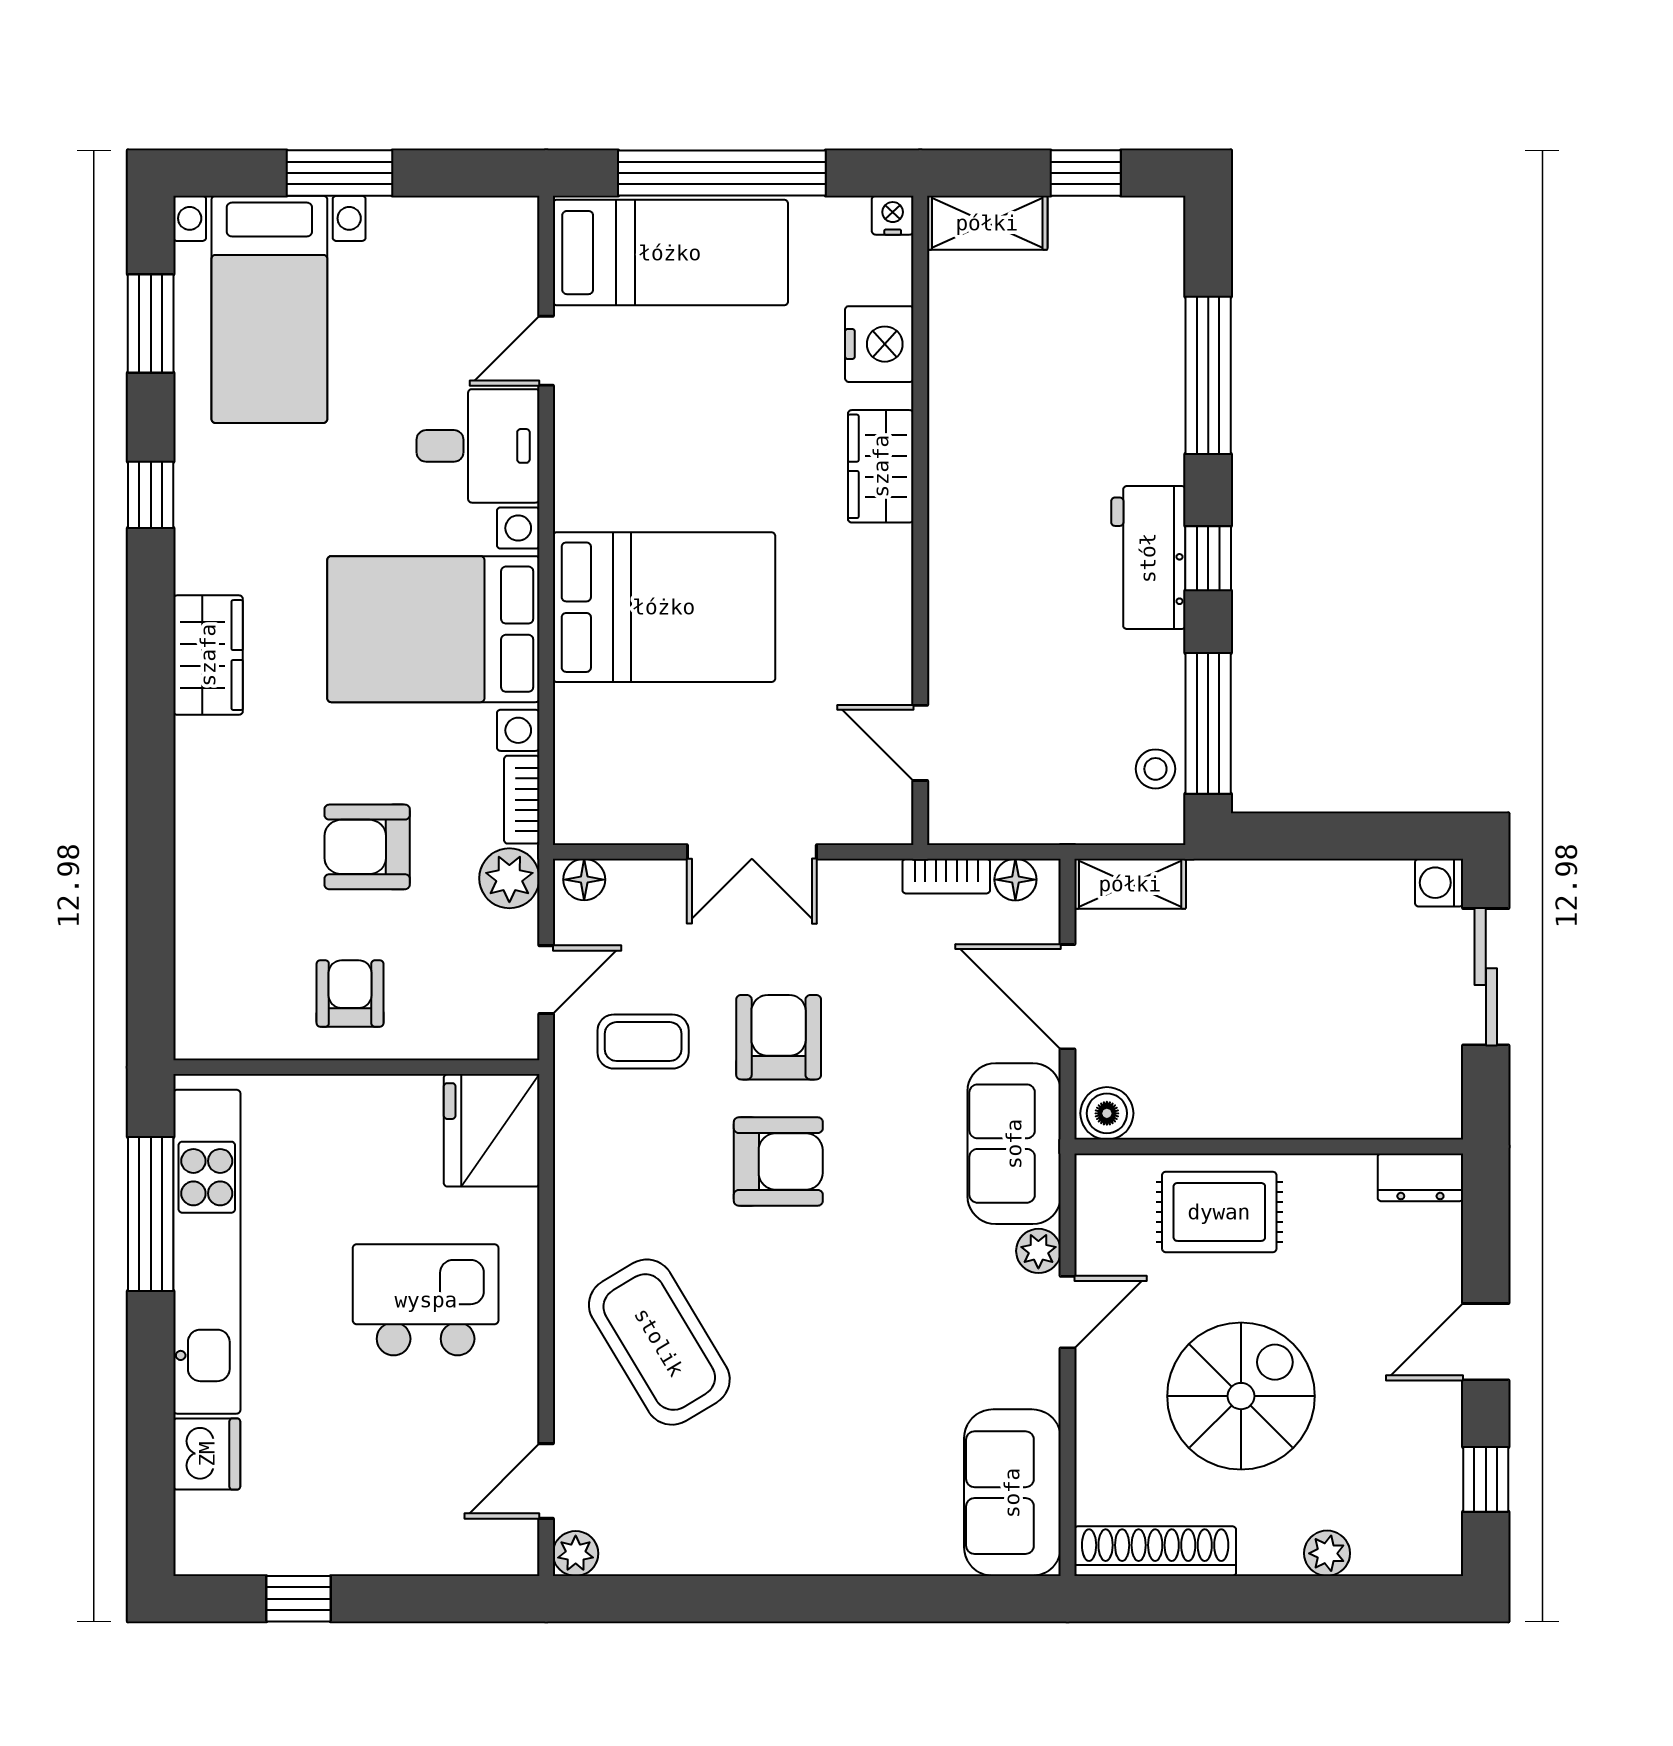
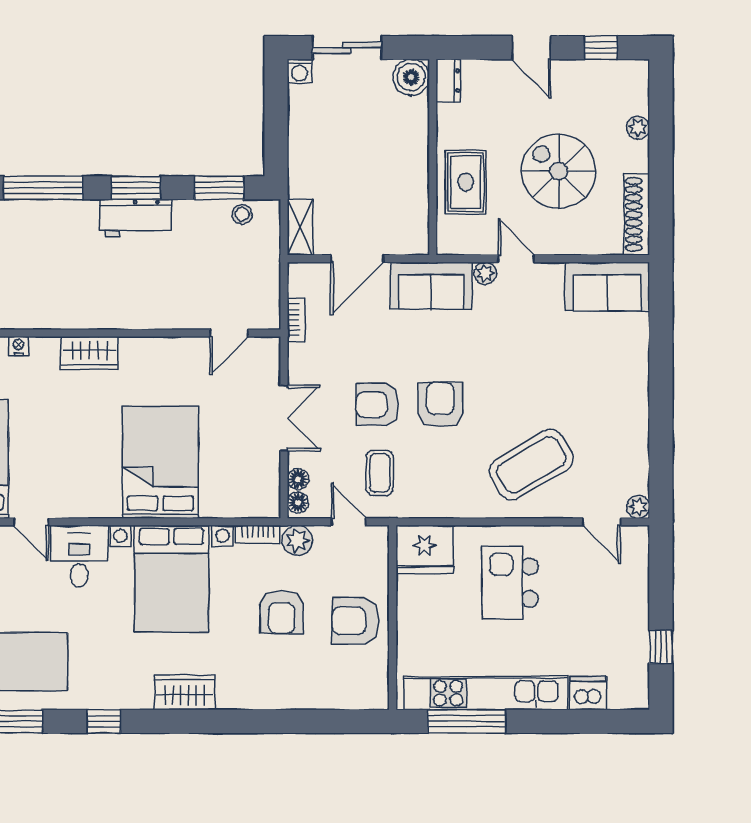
nightstand: (879, 344) -> (19, 346), width x0.53, depth x0.56
window: (1208, 558) -> (136, 188), width x1.50
window: (1208, 723) -> (219, 188), width x0.69
floor lamp: (1015, 880) -> (298, 479), moved
armchair: (350, 993) -> (355, 621), width x1.38, depth x1.38
boiler: (1107, 1113) -> (411, 77), moved, width x1.36, depth x1.36

